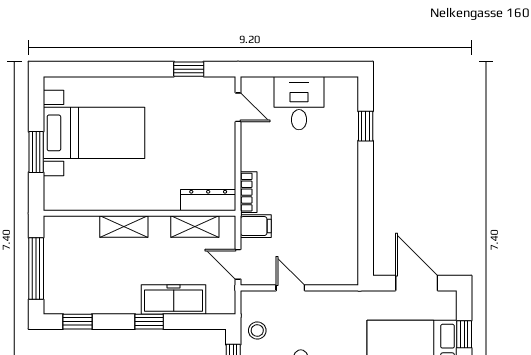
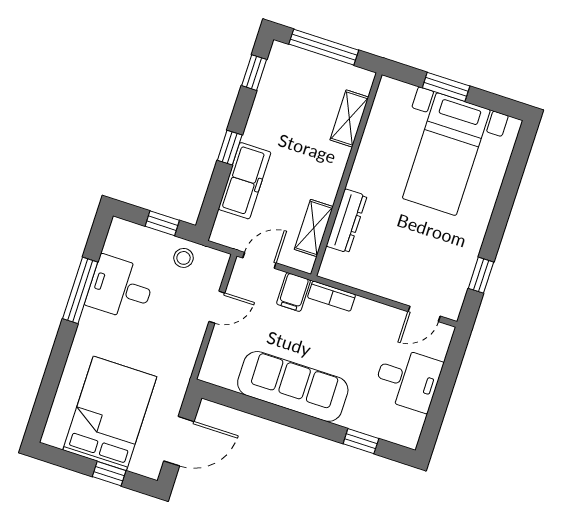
dresser: (208, 200) -> (347, 221), moved
sofa: (337, 200) -> (293, 386), added
shelving: (124, 227) -> (349, 119), moved

